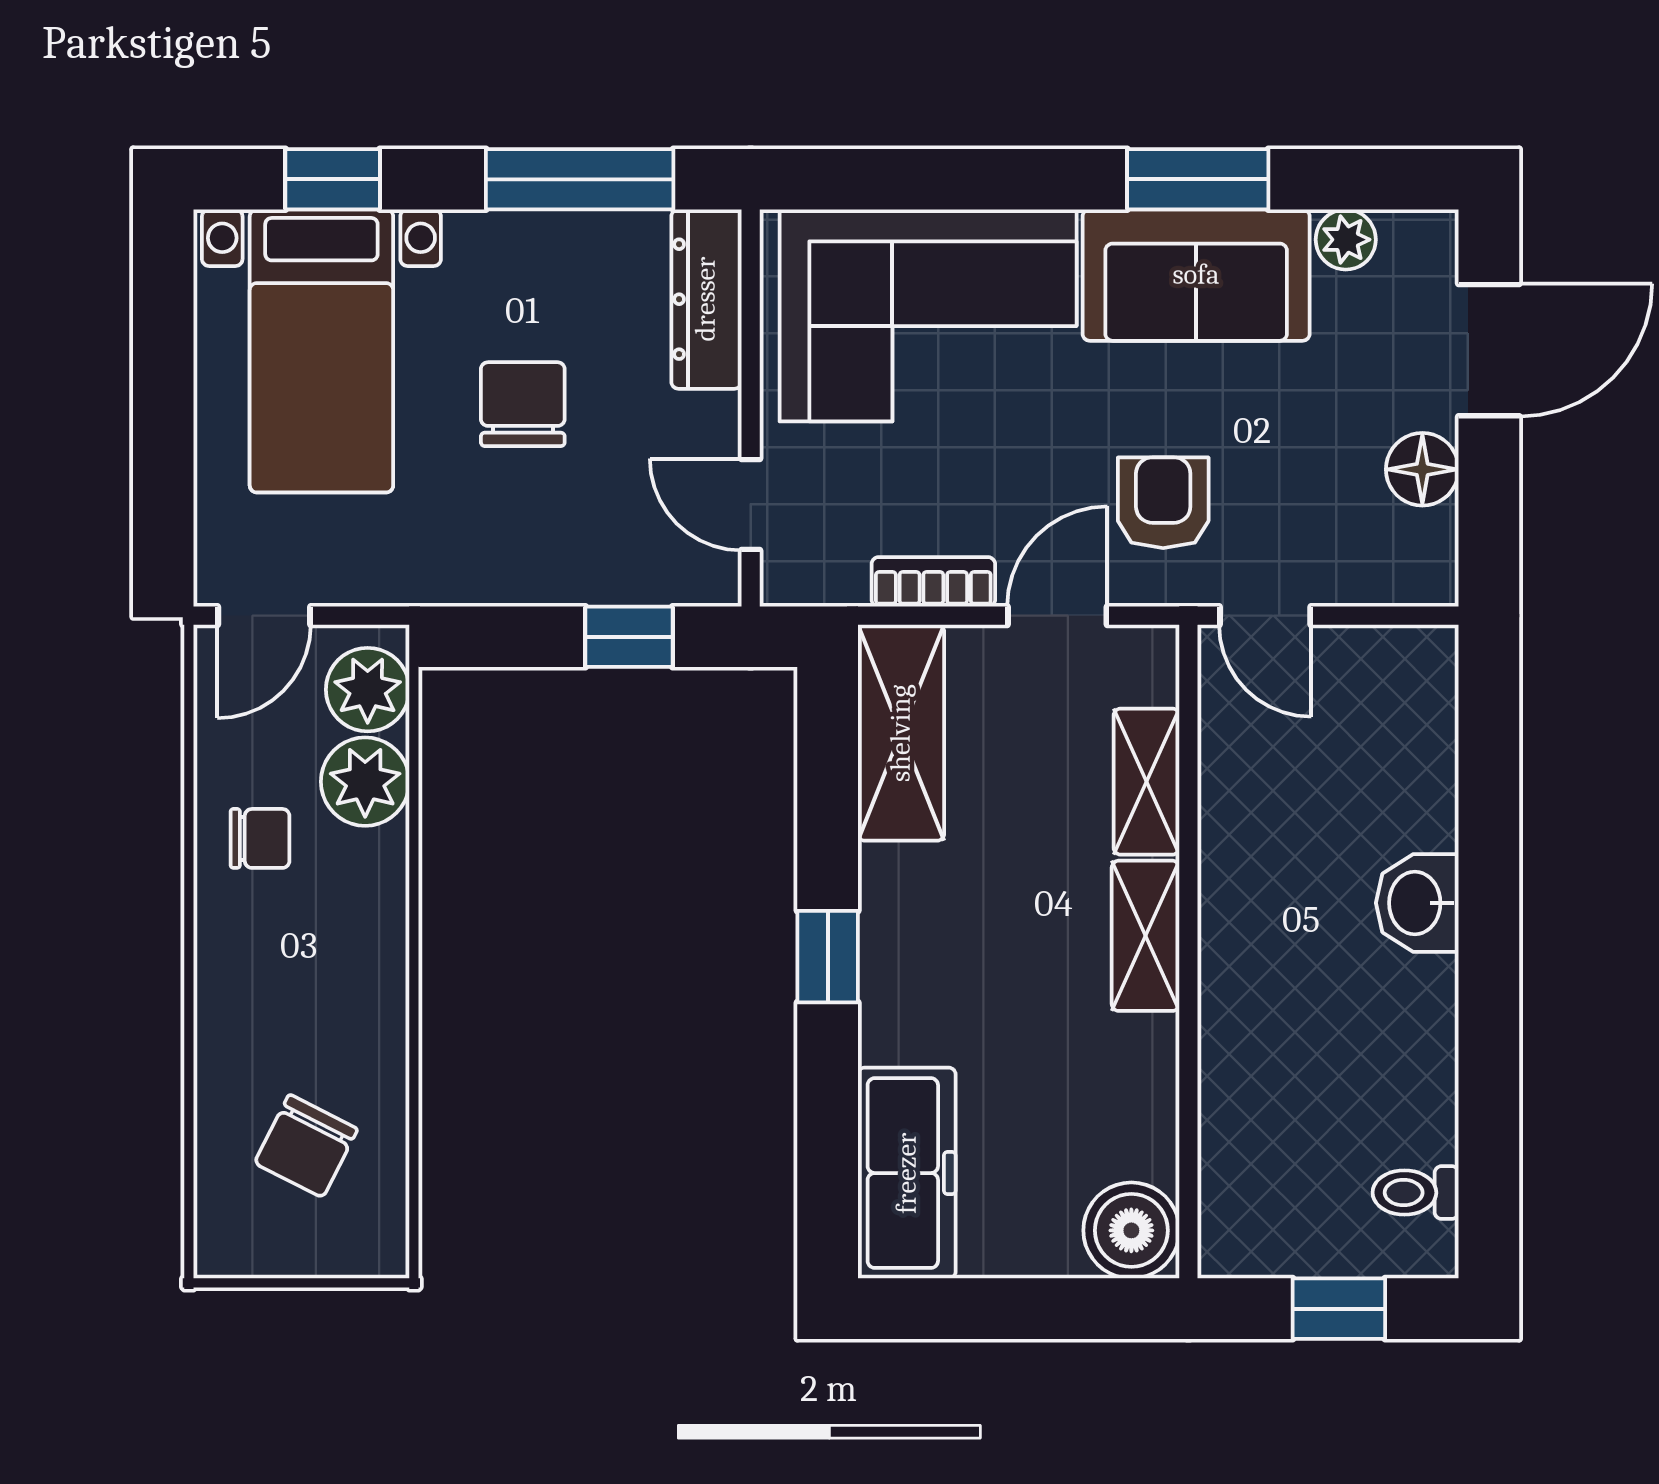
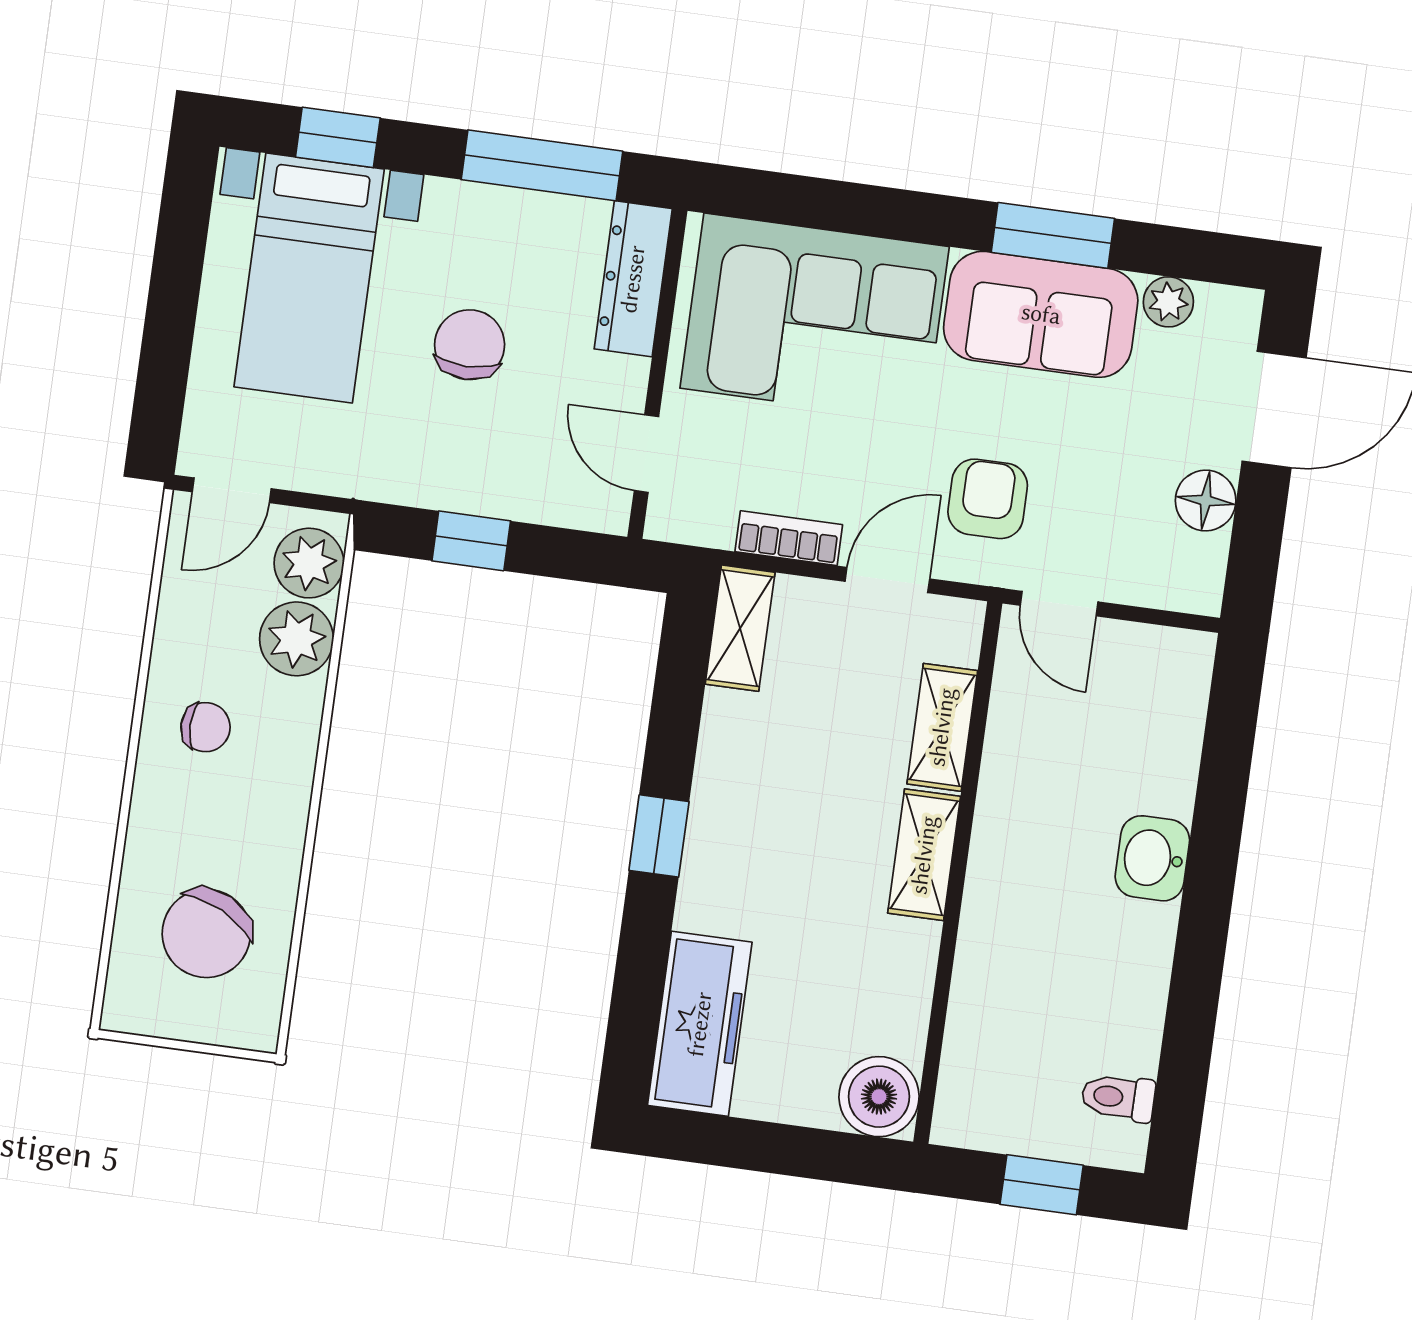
window: (629, 637) -> (471, 541), moved
shelving: (901, 733) -> (740, 628), width x0.67, depth x0.75
chair: (260, 838) -> (205, 727), moved
chair: (306, 1146) -> (206, 933), width x1.37, depth x1.37

